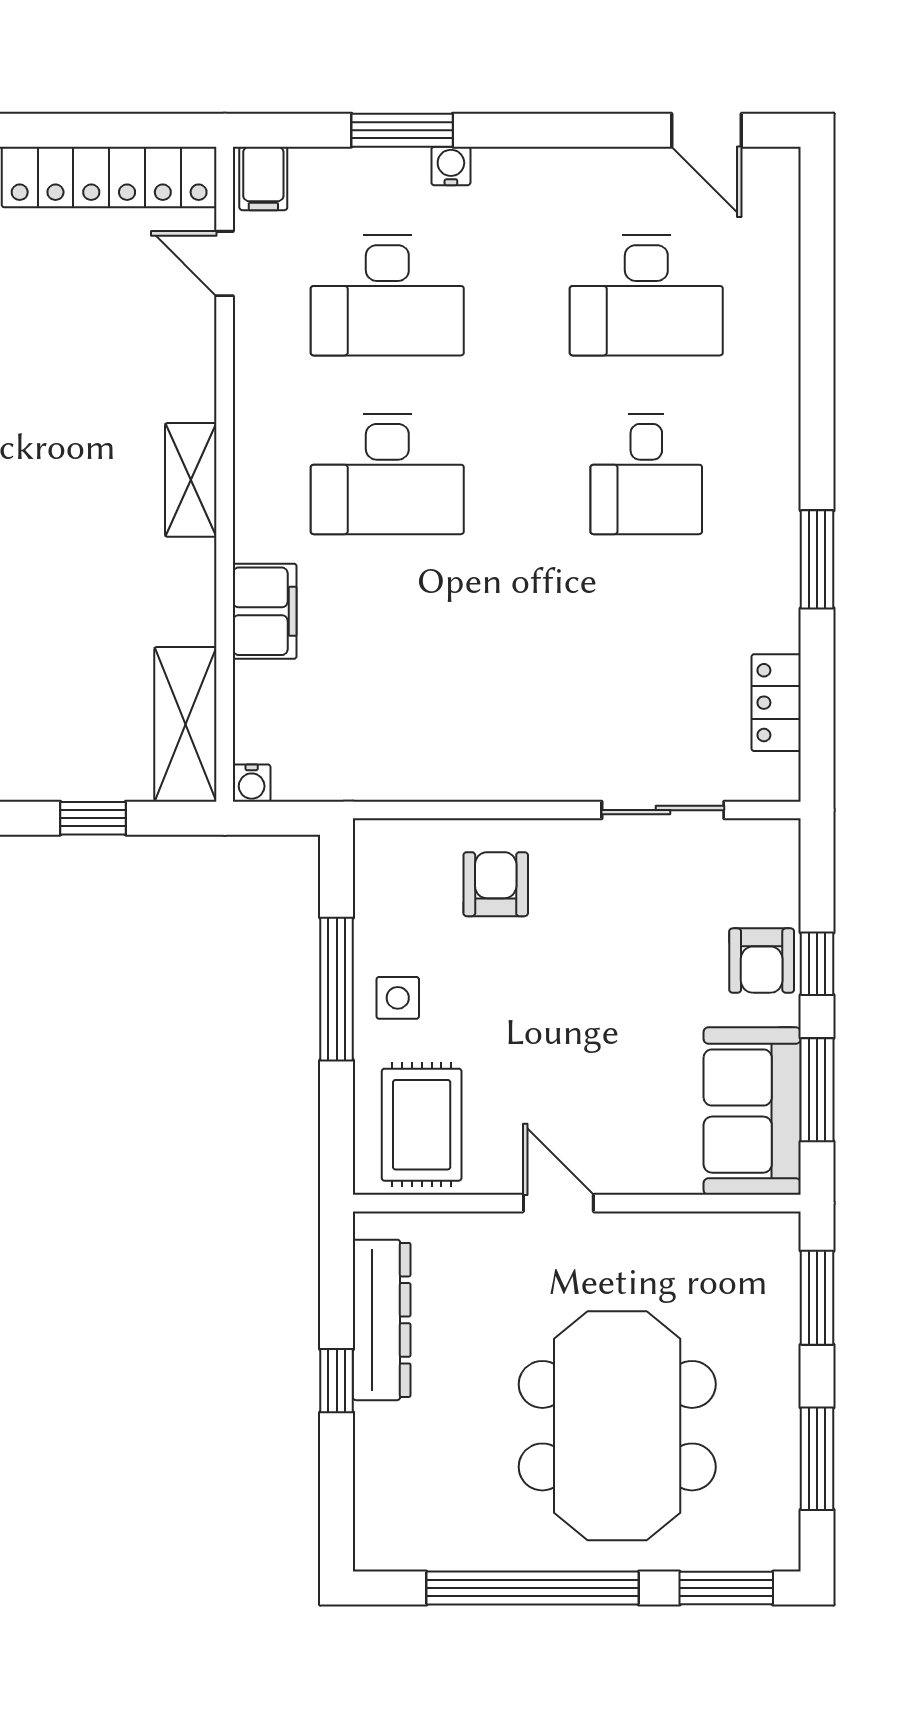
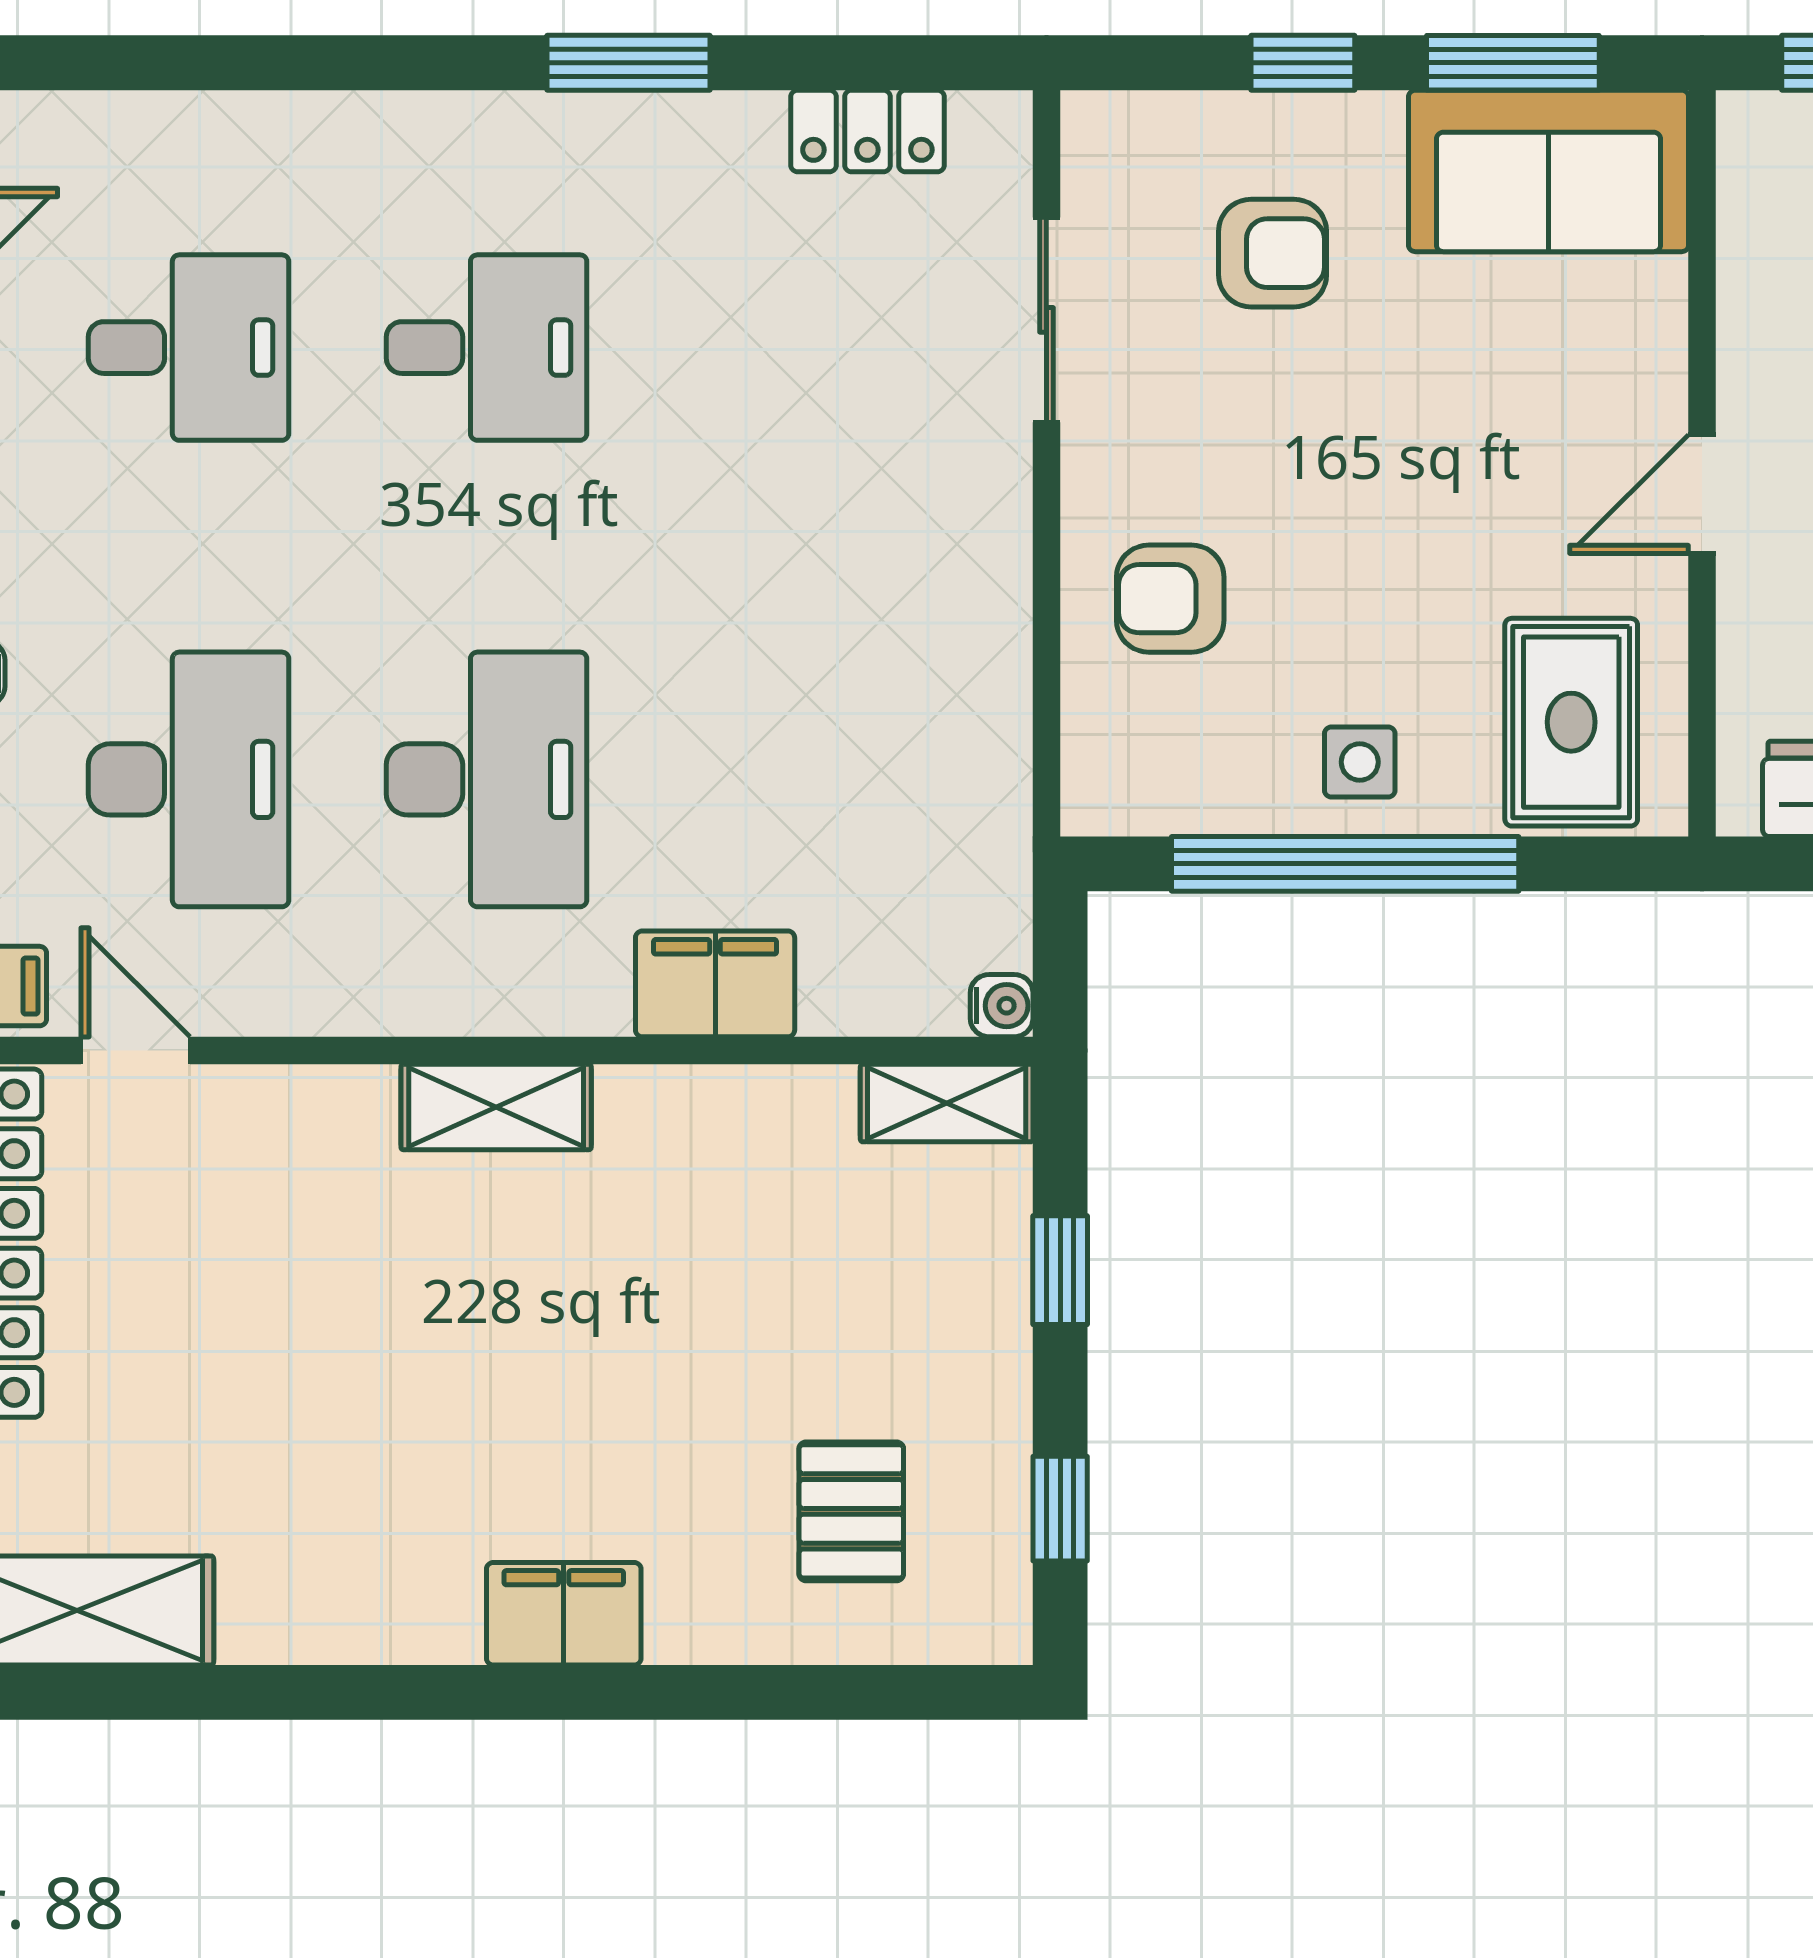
door: (225, 264) -> (135, 1051), swing flipped
desk: (646, 295) -> (189, 348), width x0.73
shelving: (185, 724) -> (947, 1103), width x0.67, depth x0.75
armchair: (762, 961) -> (1273, 253), moved
window: (337, 989) -> (1345, 864), width x1.46
rug: (422, 1125) -> (1571, 722), turned 90

